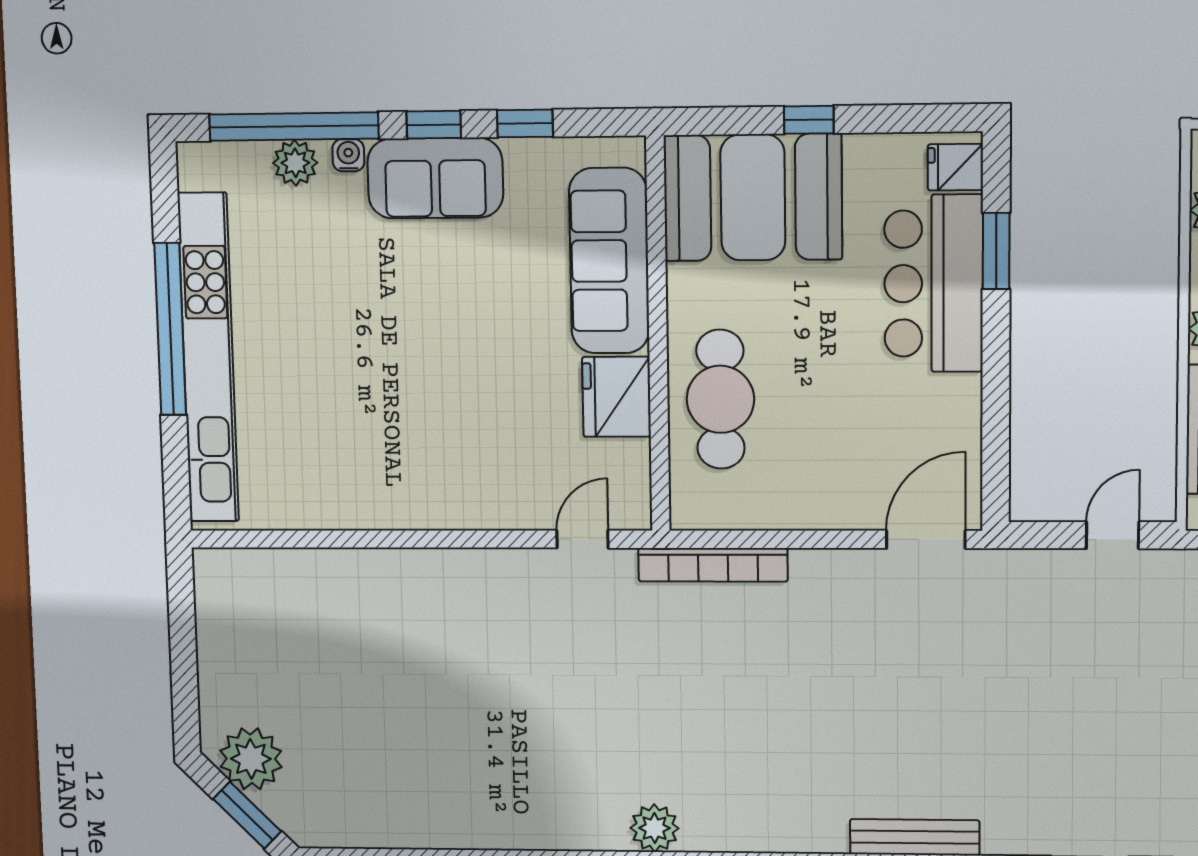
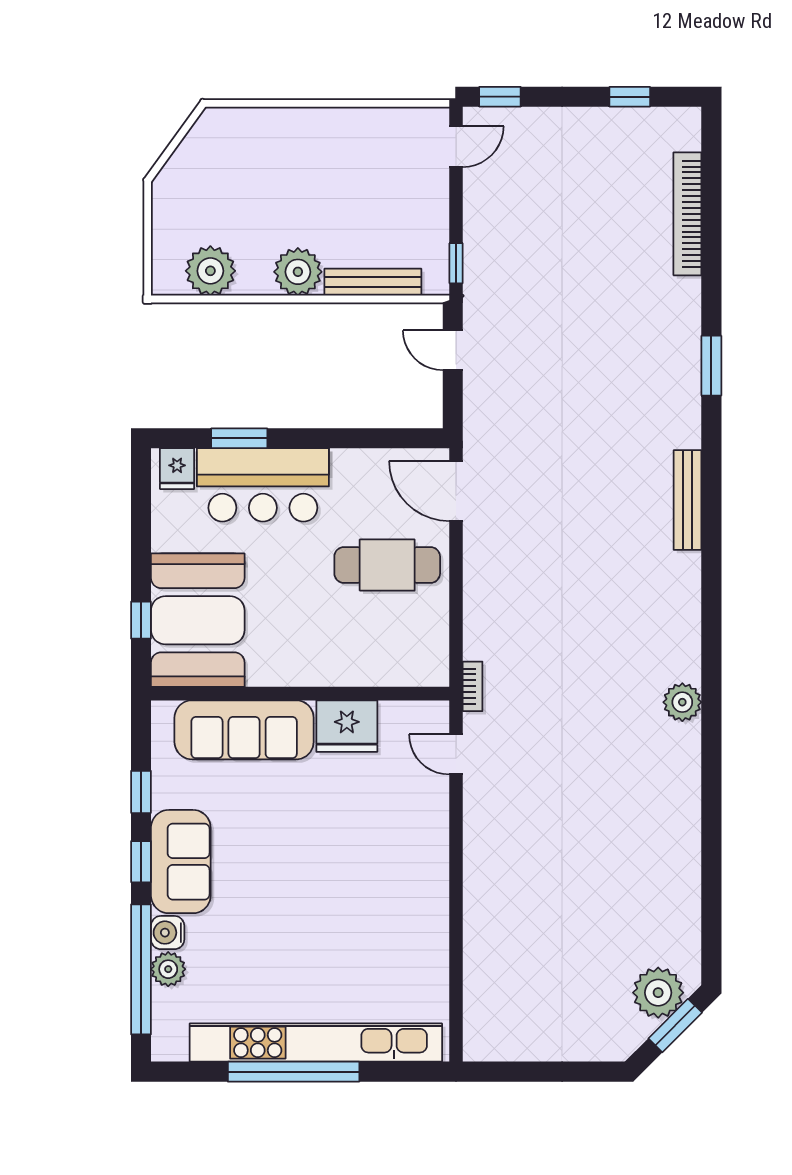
window: (809, 120) -> (141, 620), moved
water cooler: (348, 155) -> (168, 933), width x1.38, depth x1.38
cafe table: (720, 399) -> (387, 565), moved
bookcase: (713, 565) -> (473, 686), width x0.43, depth x0.76
plant: (251, 759) -> (658, 993), moved

